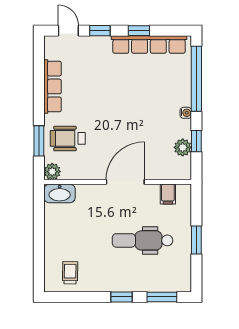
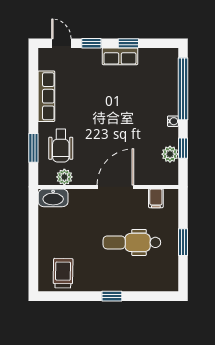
row of seats: (149, 45) -> (120, 56), width x0.50
wheelchair: (68, 138) -> (61, 146), turned -90
plant: (52, 172) -> (64, 177), moved
trolley: (70, 273) -> (63, 273), width x1.36, depth x1.39
window: (162, 297) -> (150, 296), removed

